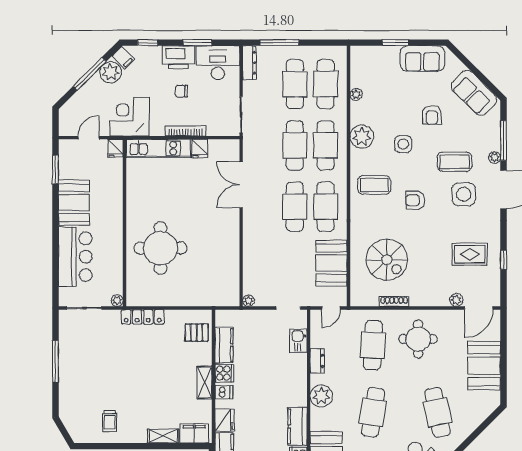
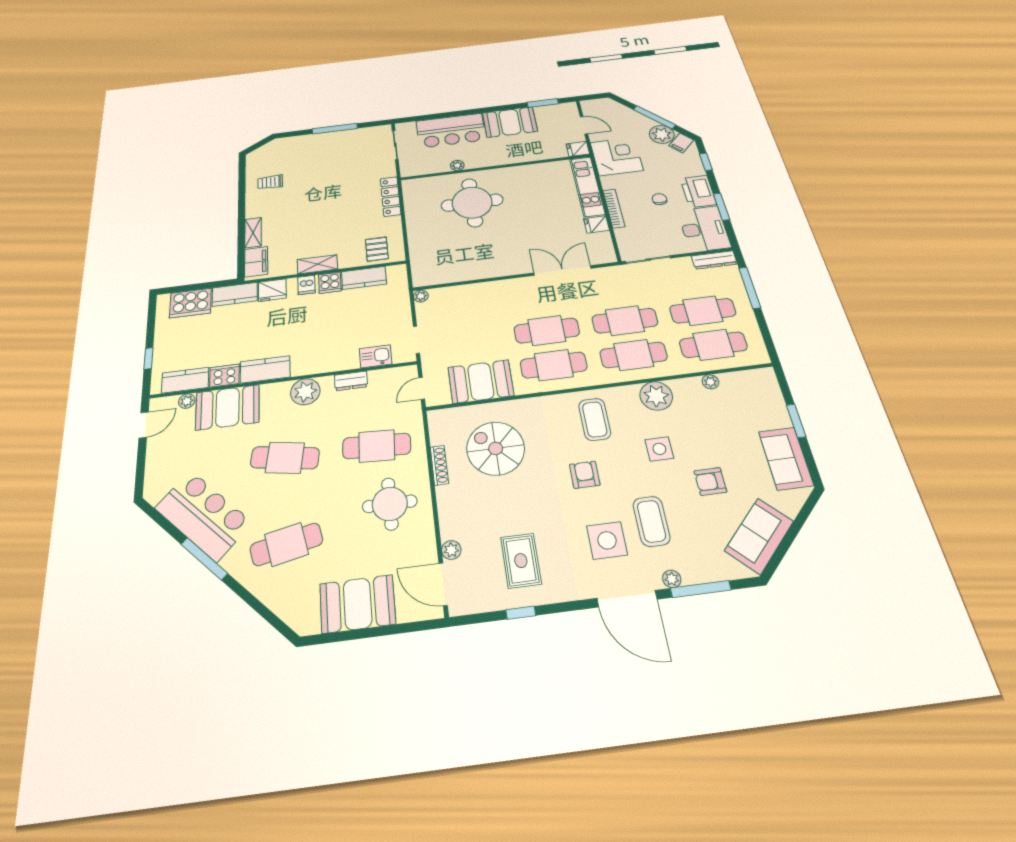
spiral stairs: (387, 260) -> (496, 448), turned 90
plant: (117, 301) -> (457, 165), moved
door: (331, 308) -> (422, 388), hinge flipped

